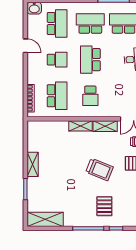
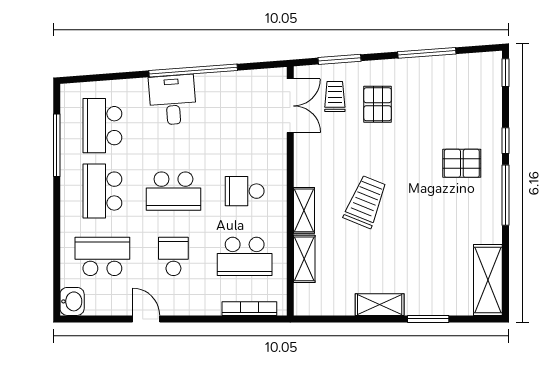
door: (25, 46) -> (146, 319), hinge flipped
school desk: (57, 96) -> (245, 256), turned 180
school desk: (90, 96) -> (245, 191), turned 180
shelving: (105, 126) -> (304, 259), moved
trolley: (99, 170) -> (365, 202), moved

